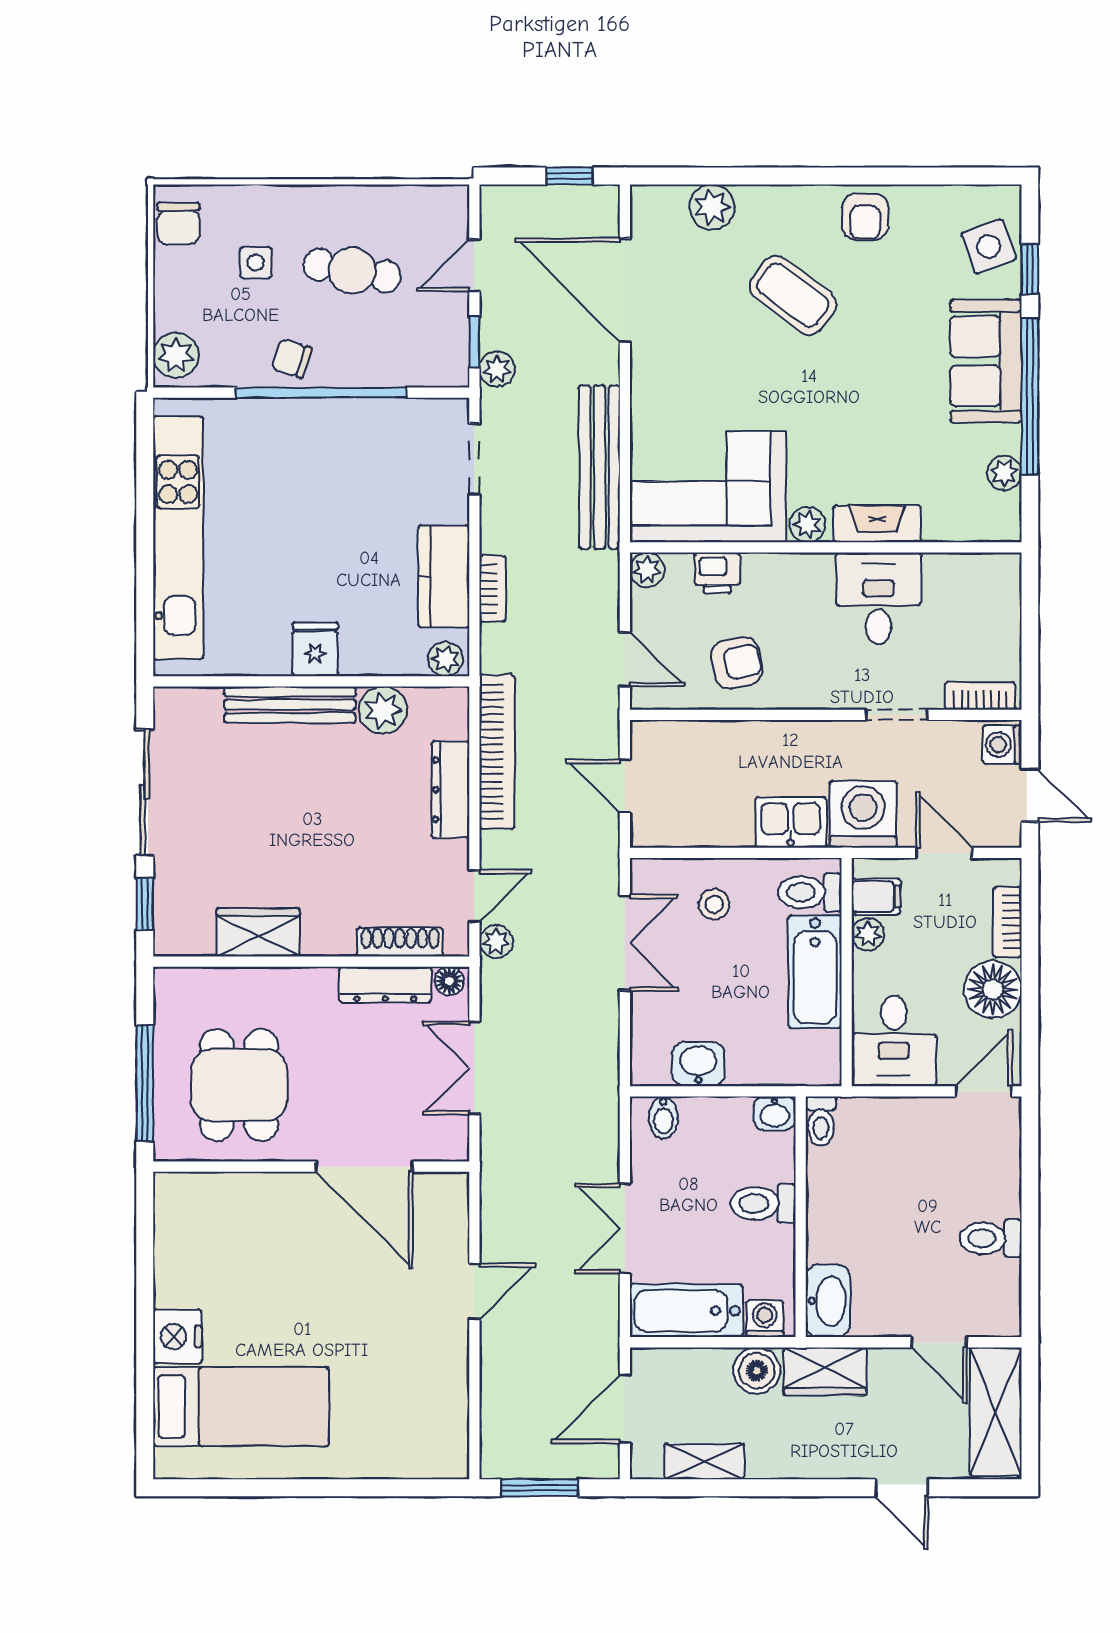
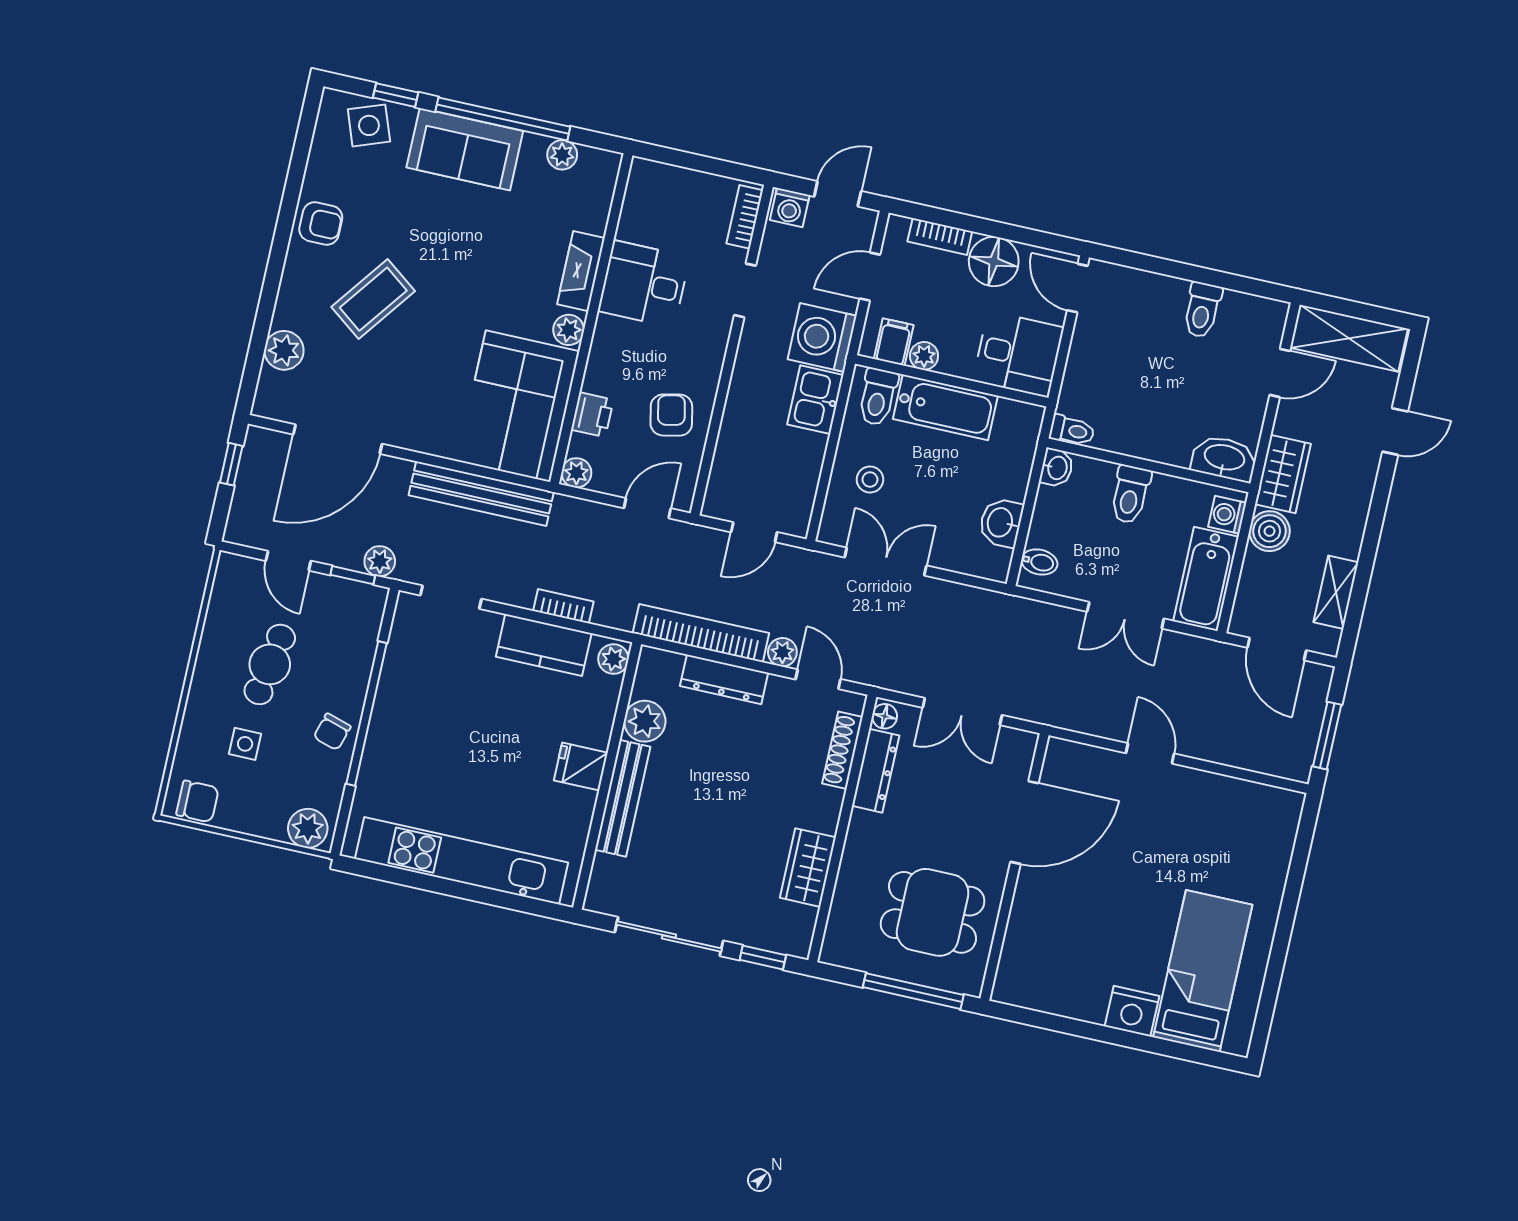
plant: (496, 941) -> (782, 652), moved

